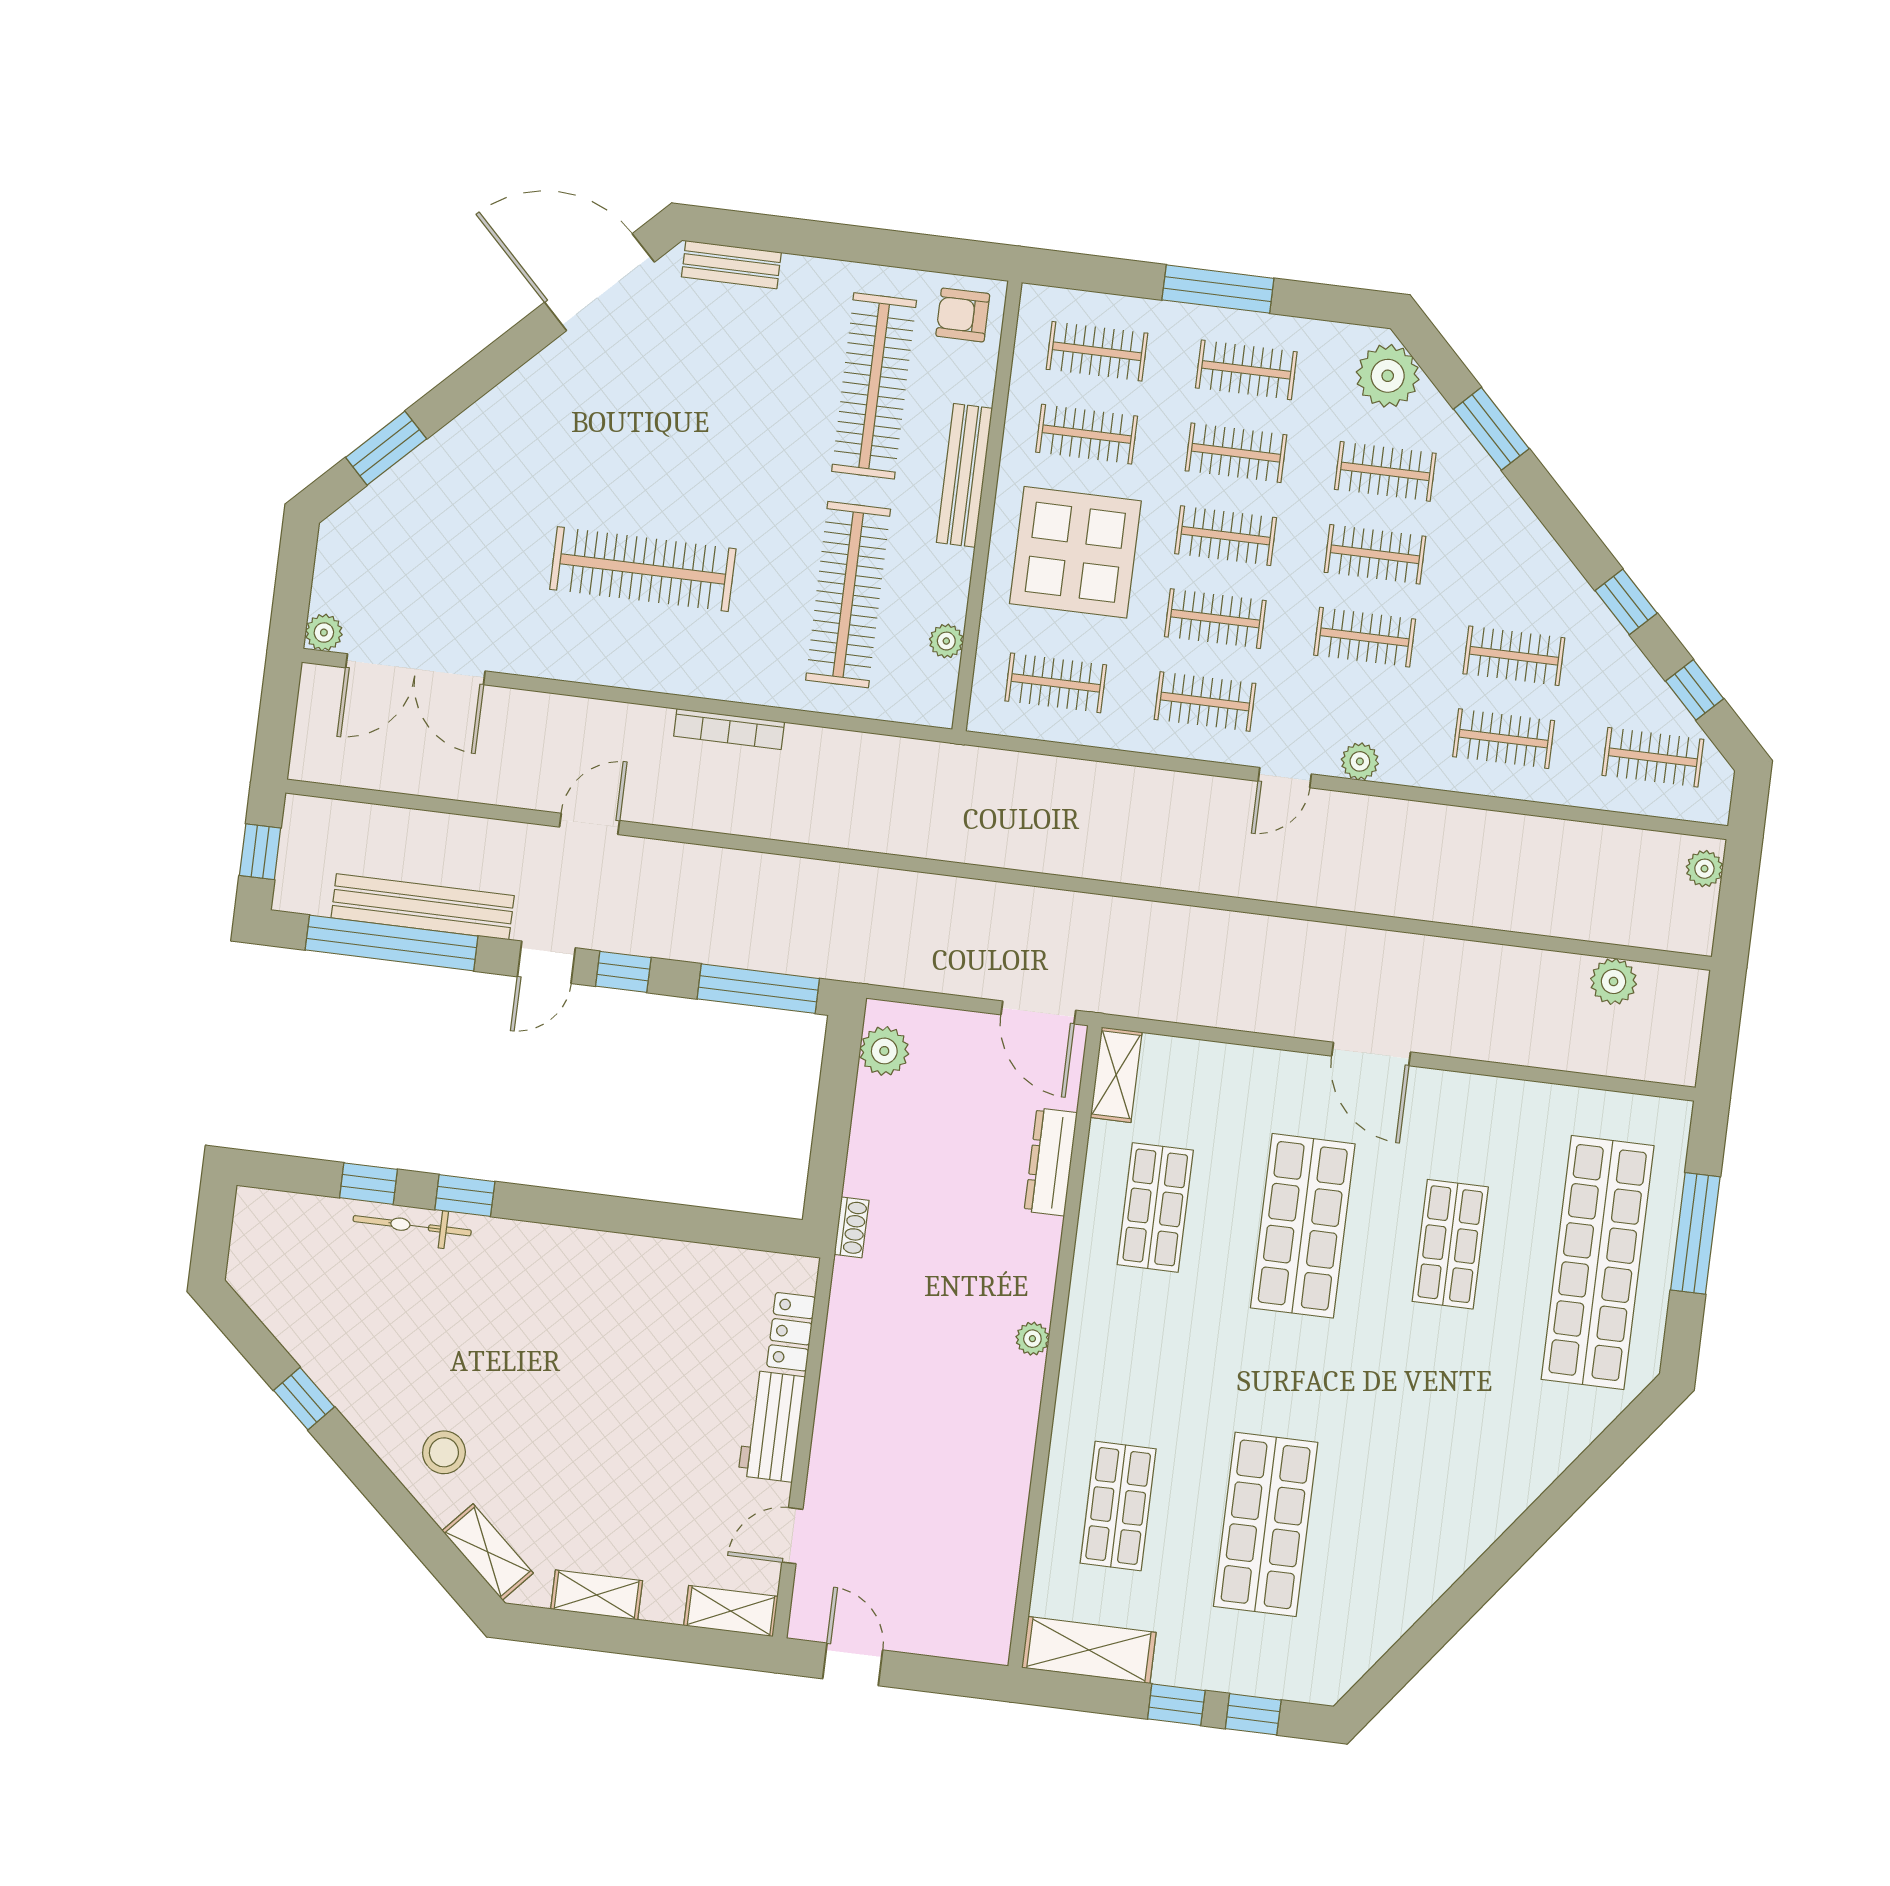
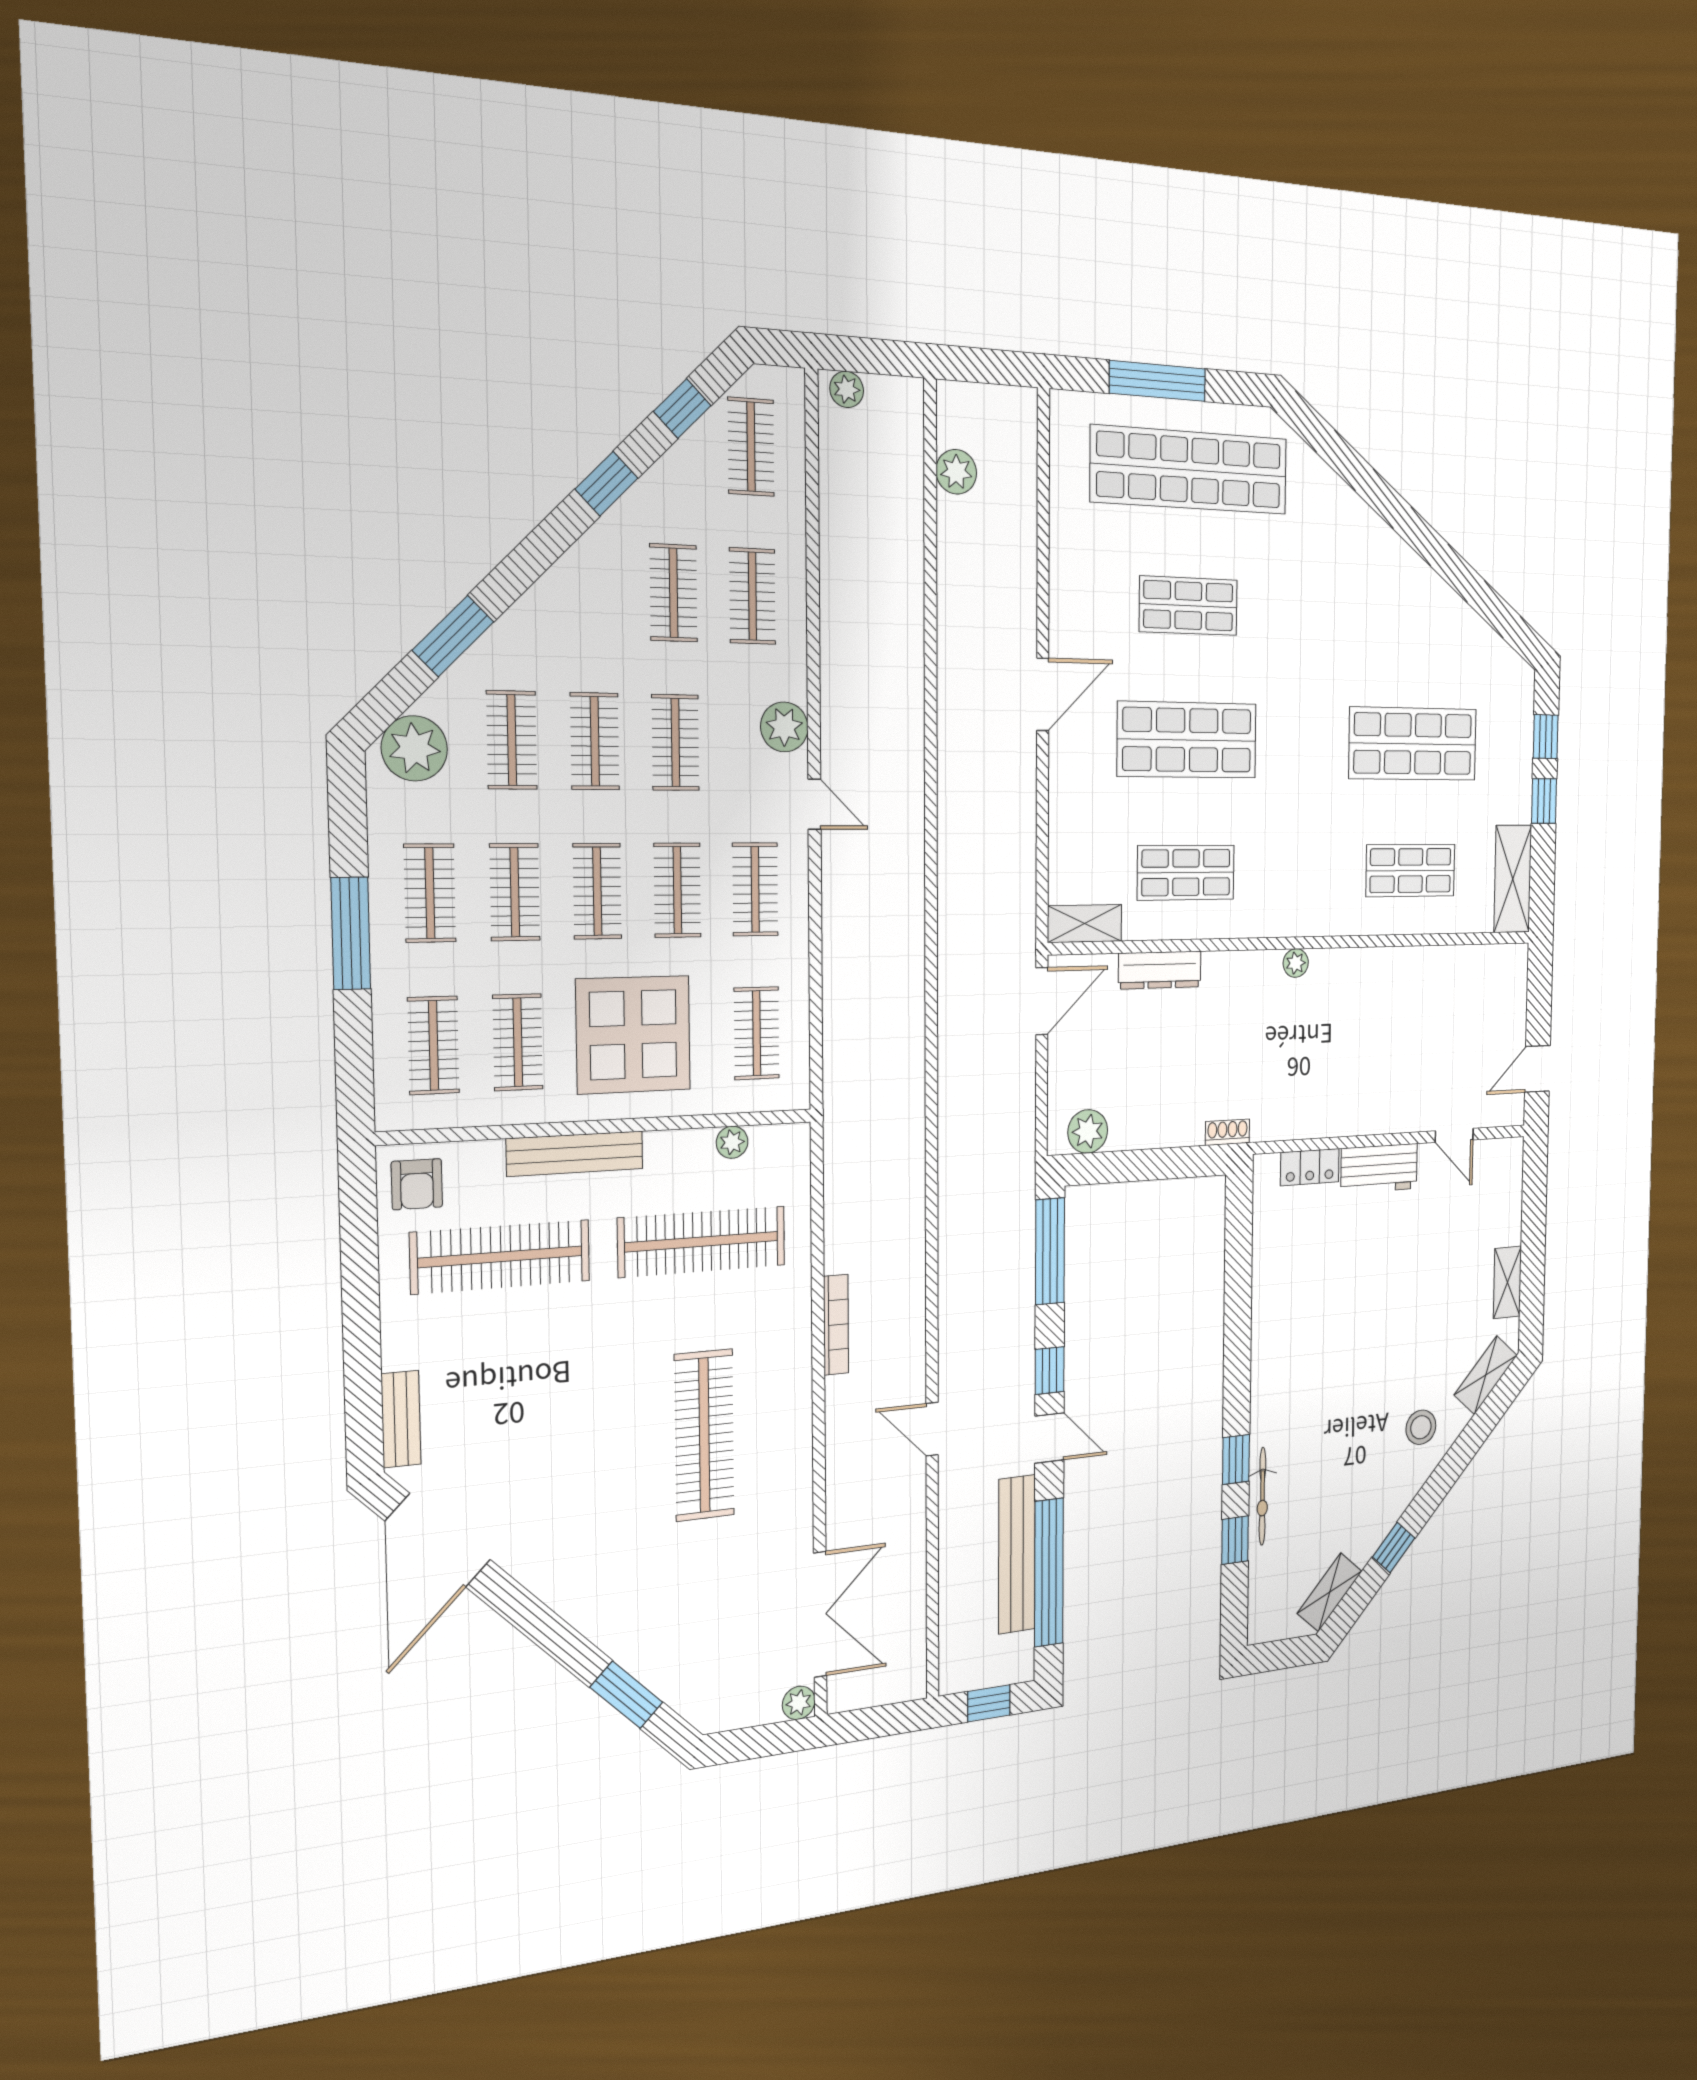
plant: (1360, 761) -> (784, 727), width x1.38, depth x1.38
shelving: (731, 1611) -> (1330, 1592), moved, turned 42

